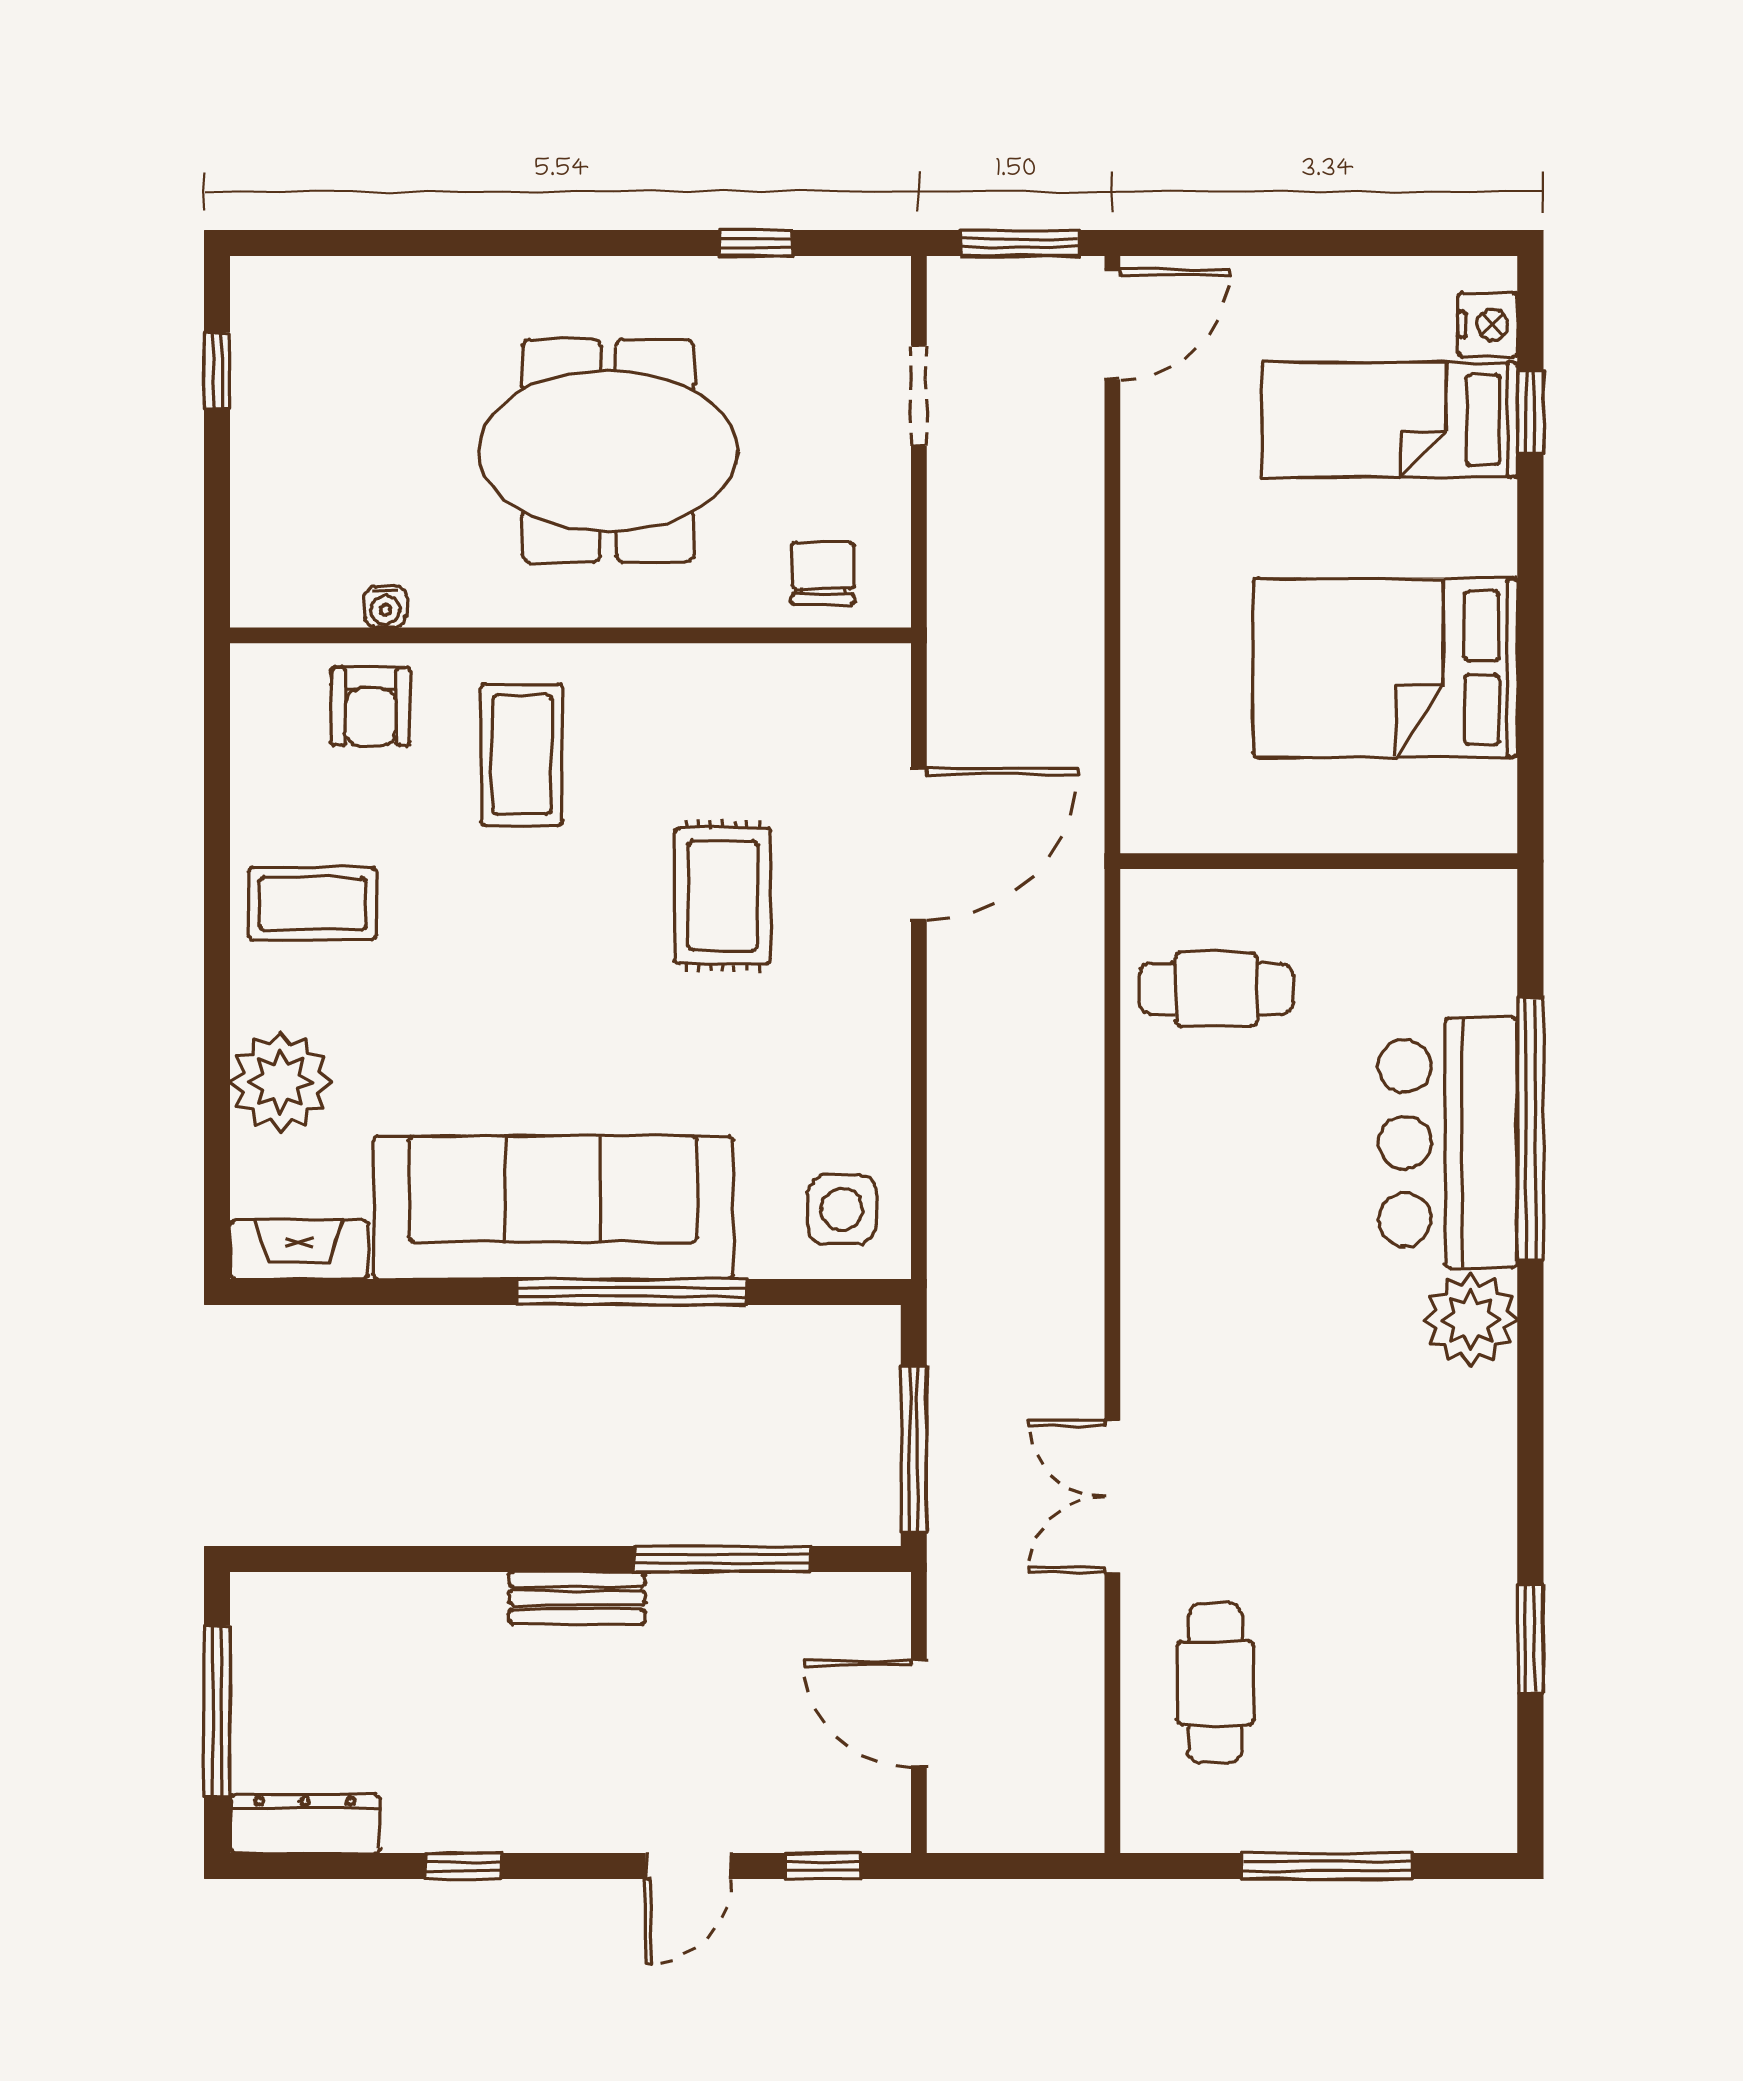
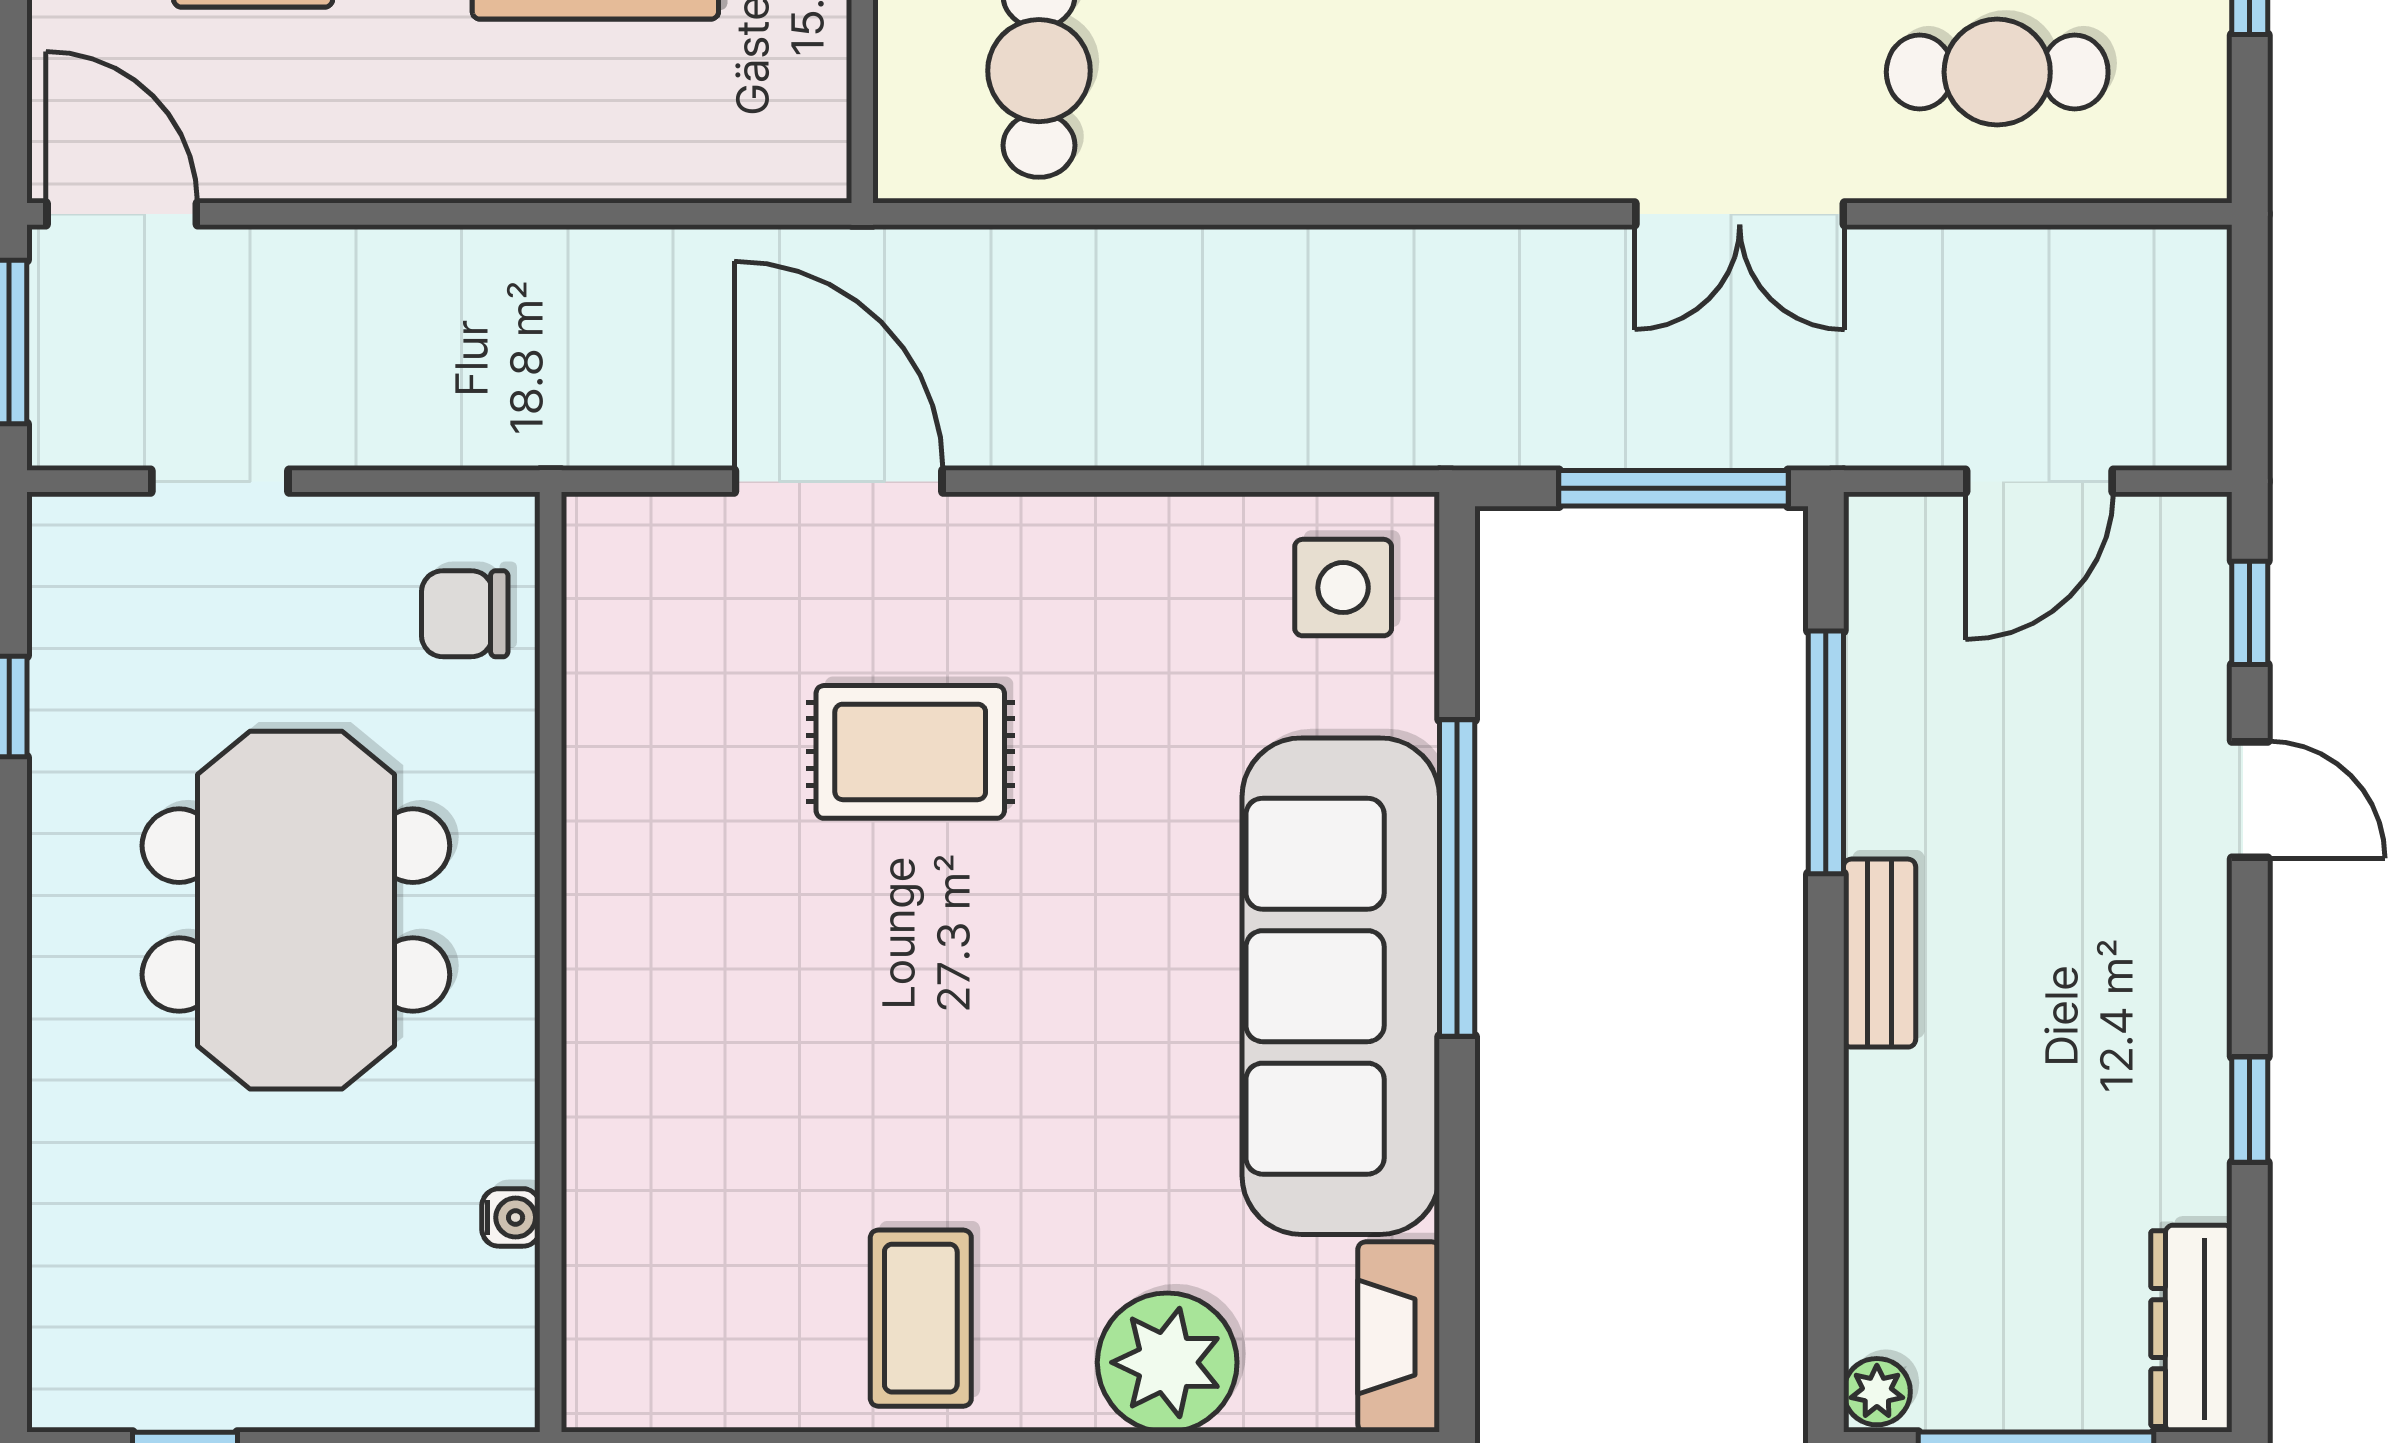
armchair: (371, 706) -> (649, 1238), removed
coffee table: (522, 755) -> (715, 1029), removed
plant: (259, 1596) -> (1877, 1392), added

